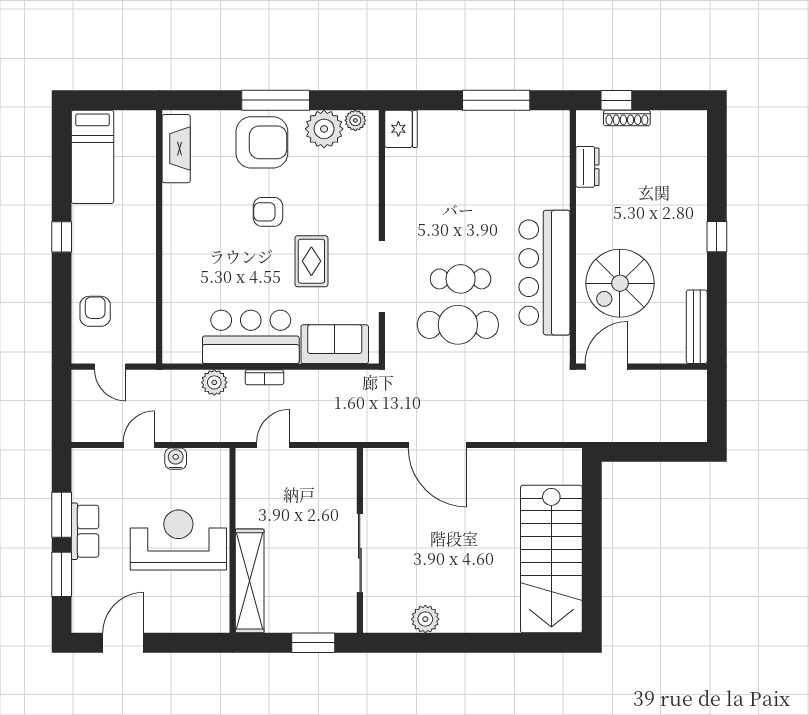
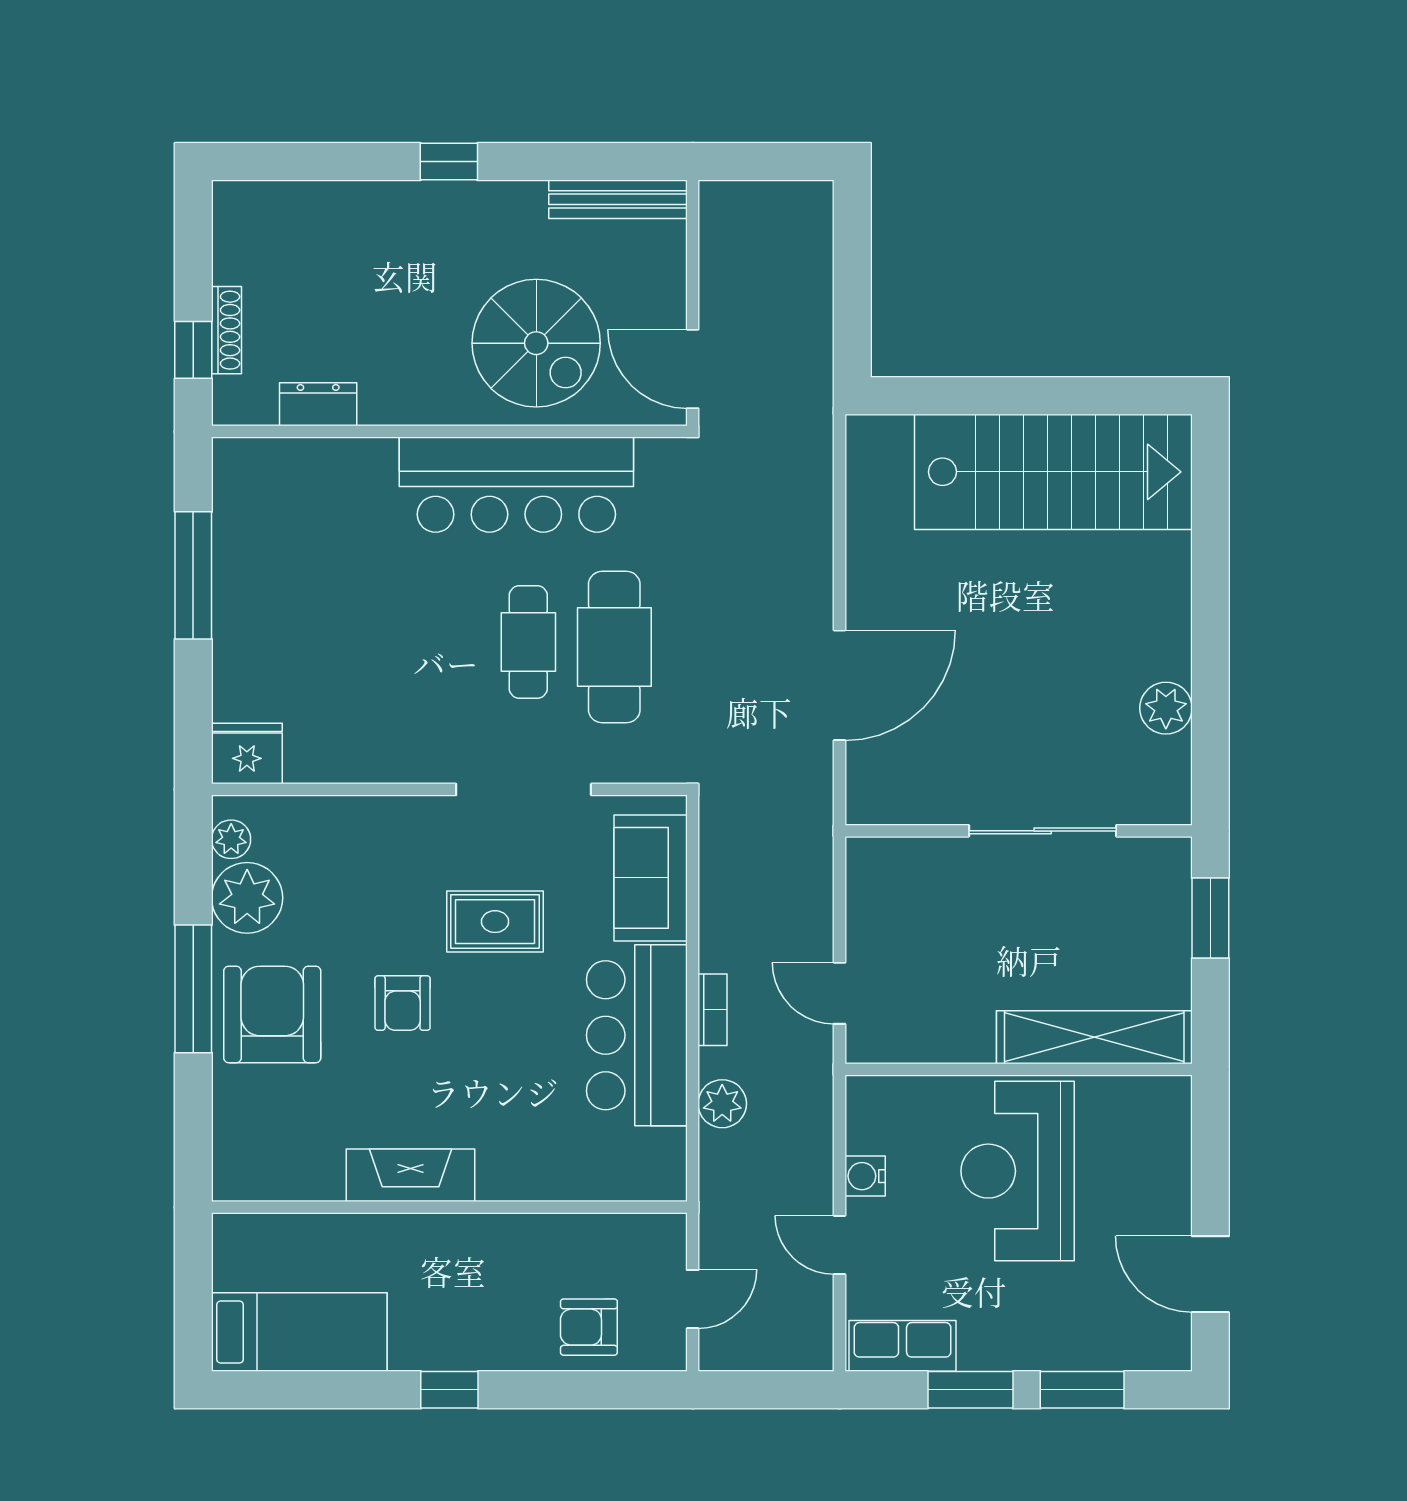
fireplace: (176, 149) -> (410, 1175), moved
row of seats: (85, 531) -> (903, 1346), moved

